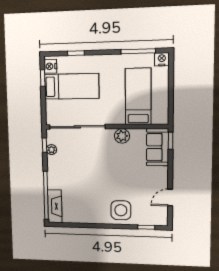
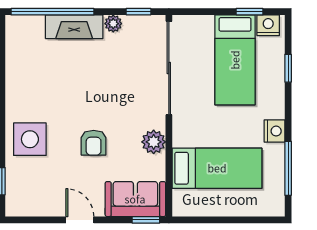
nightstand: (162, 59) -> (274, 131), moved
plant: (51, 150) -> (113, 24), moved
armchair: (123, 172) -> (94, 143), added
door: (170, 197) -> (80, 220), moved
fireplace: (55, 206) -> (74, 27), moved

